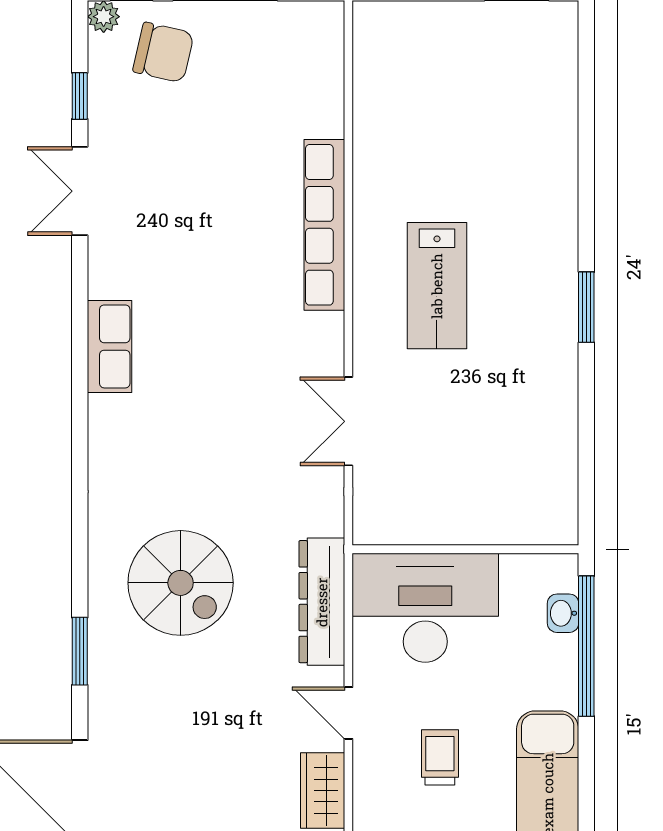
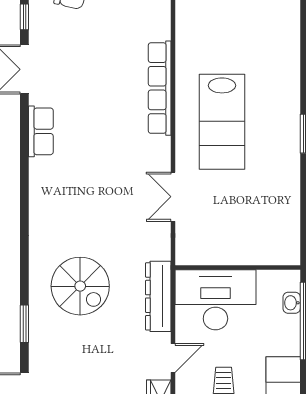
lab bench: (437, 286) -> (222, 122), width x1.36, depth x1.39
row of seats: (109, 346) -> (41, 131), moved
door: (348, 713) -> (173, 358), swing flipped

